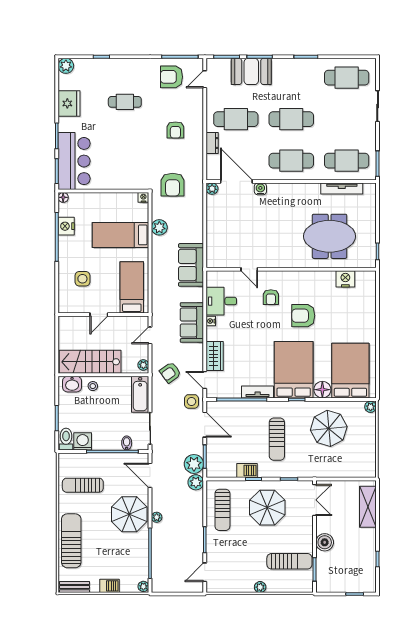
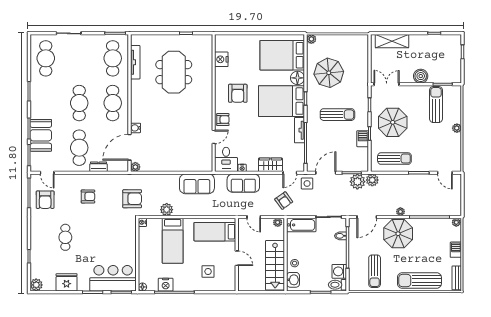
door: (249, 269) -> (214, 137), moved
wall: (291, 269) -> (214, 103), moved
nightstand: (345, 279) -> (221, 59), moved

